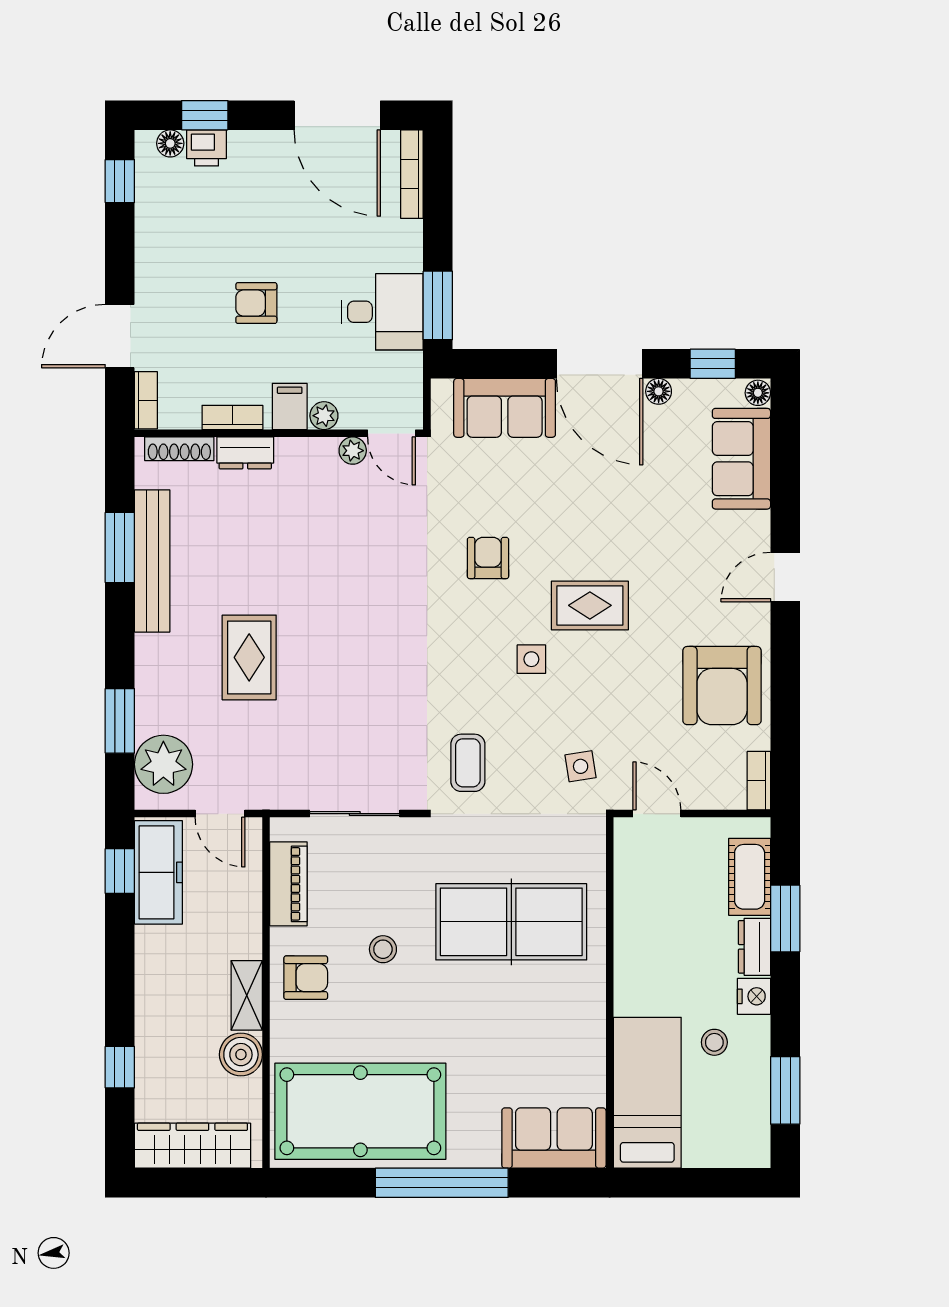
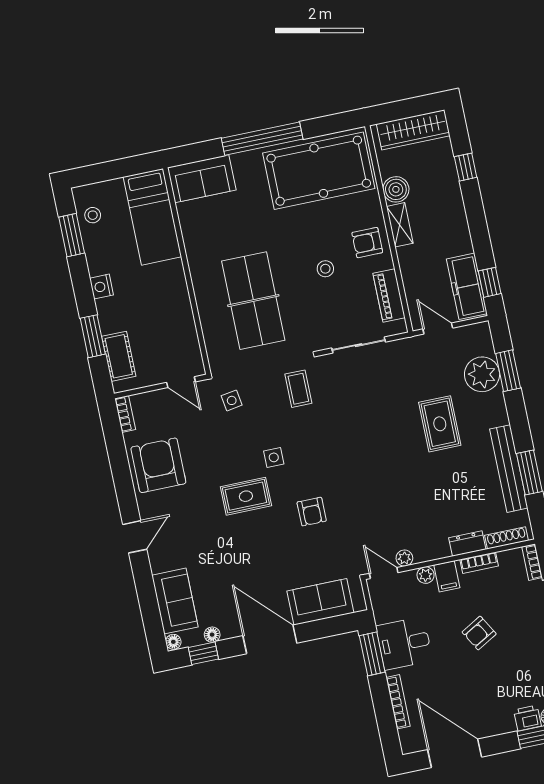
bookcase: (412, 174) -> (398, 702), moved
armchair: (256, 303) -> (479, 633), turned 150
floor lamp: (659, 391) -> (212, 635), moved
plant: (163, 764) -> (482, 374), moved
table tennis table: (511, 922) -> (253, 301), turned 90
dresser: (754, 947) -> (107, 316), removed
stool: (714, 1042) -> (93, 215), moved

